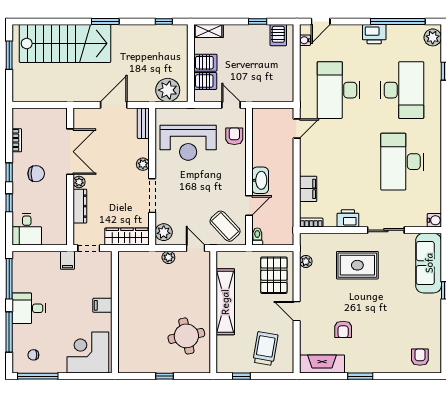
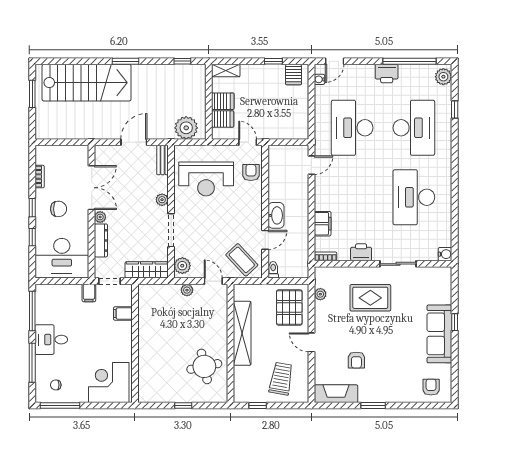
desk: (27, 229) -> (62, 258), width x1.87, depth x1.30
sofa: (429, 263) -> (439, 334), moved
filing cabinet: (102, 305) -> (123, 314), moved

